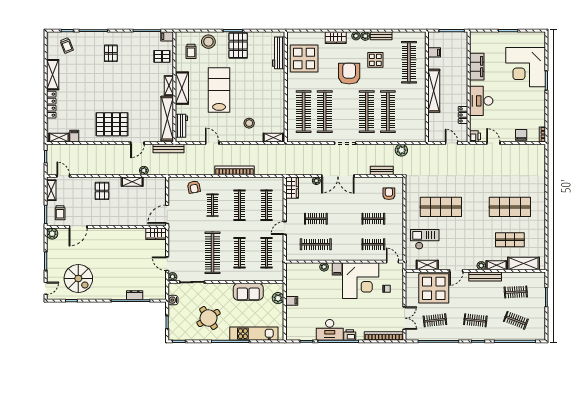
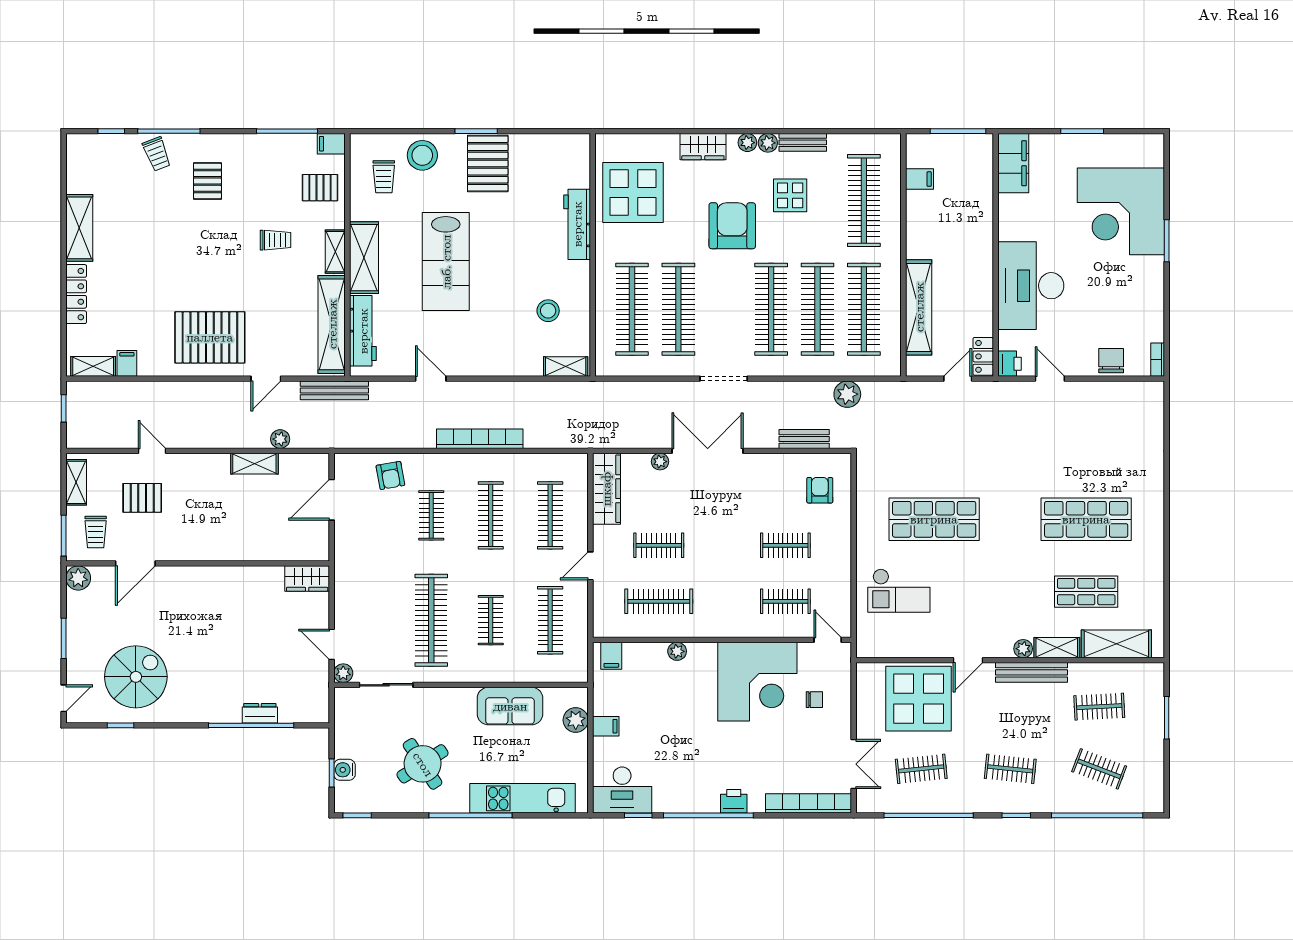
trolley: (67, 45) -> (157, 154), moved
workbench: (279, 53) -> (577, 224), moved
filing cabinet: (477, 67) -> (1013, 163), moved
trolley: (142, 80) -> (275, 240), added
lab bench: (219, 90) -> (446, 262), turned 180
shelving: (434, 91) -> (919, 307), moved
desk: (481, 101) -> (1031, 286), width x1.36, depth x1.30
clothes rail: (409, 112) -> (864, 309), added
locker: (463, 115) -> (983, 356), moved
stool: (249, 123) -> (548, 311), moved
workbench: (181, 126) -> (363, 331), width x1.38
door: (452, 143) -> (958, 379), hinge flipped
door: (63, 176) -> (152, 451), moved
double door: (338, 176) -> (708, 451), swing flipped
wardrobe: (292, 188) -> (606, 489), width x1.50
pallet: (102, 191) -> (142, 498), moved, turned 90
door: (167, 214) -> (332, 500), moved
checkout: (425, 239) -> (899, 591), turned 180
clothes rail: (239, 253) -> (491, 620), width x0.73
shelving: (427, 265) -> (904, 647), removed
filing cabinet: (337, 269) -> (611, 656), moved
spiral stairs: (78, 278) -> (136, 677), turned -90
water cooler: (173, 300) -> (344, 770), moved
desk: (330, 330) -> (622, 790), moved

